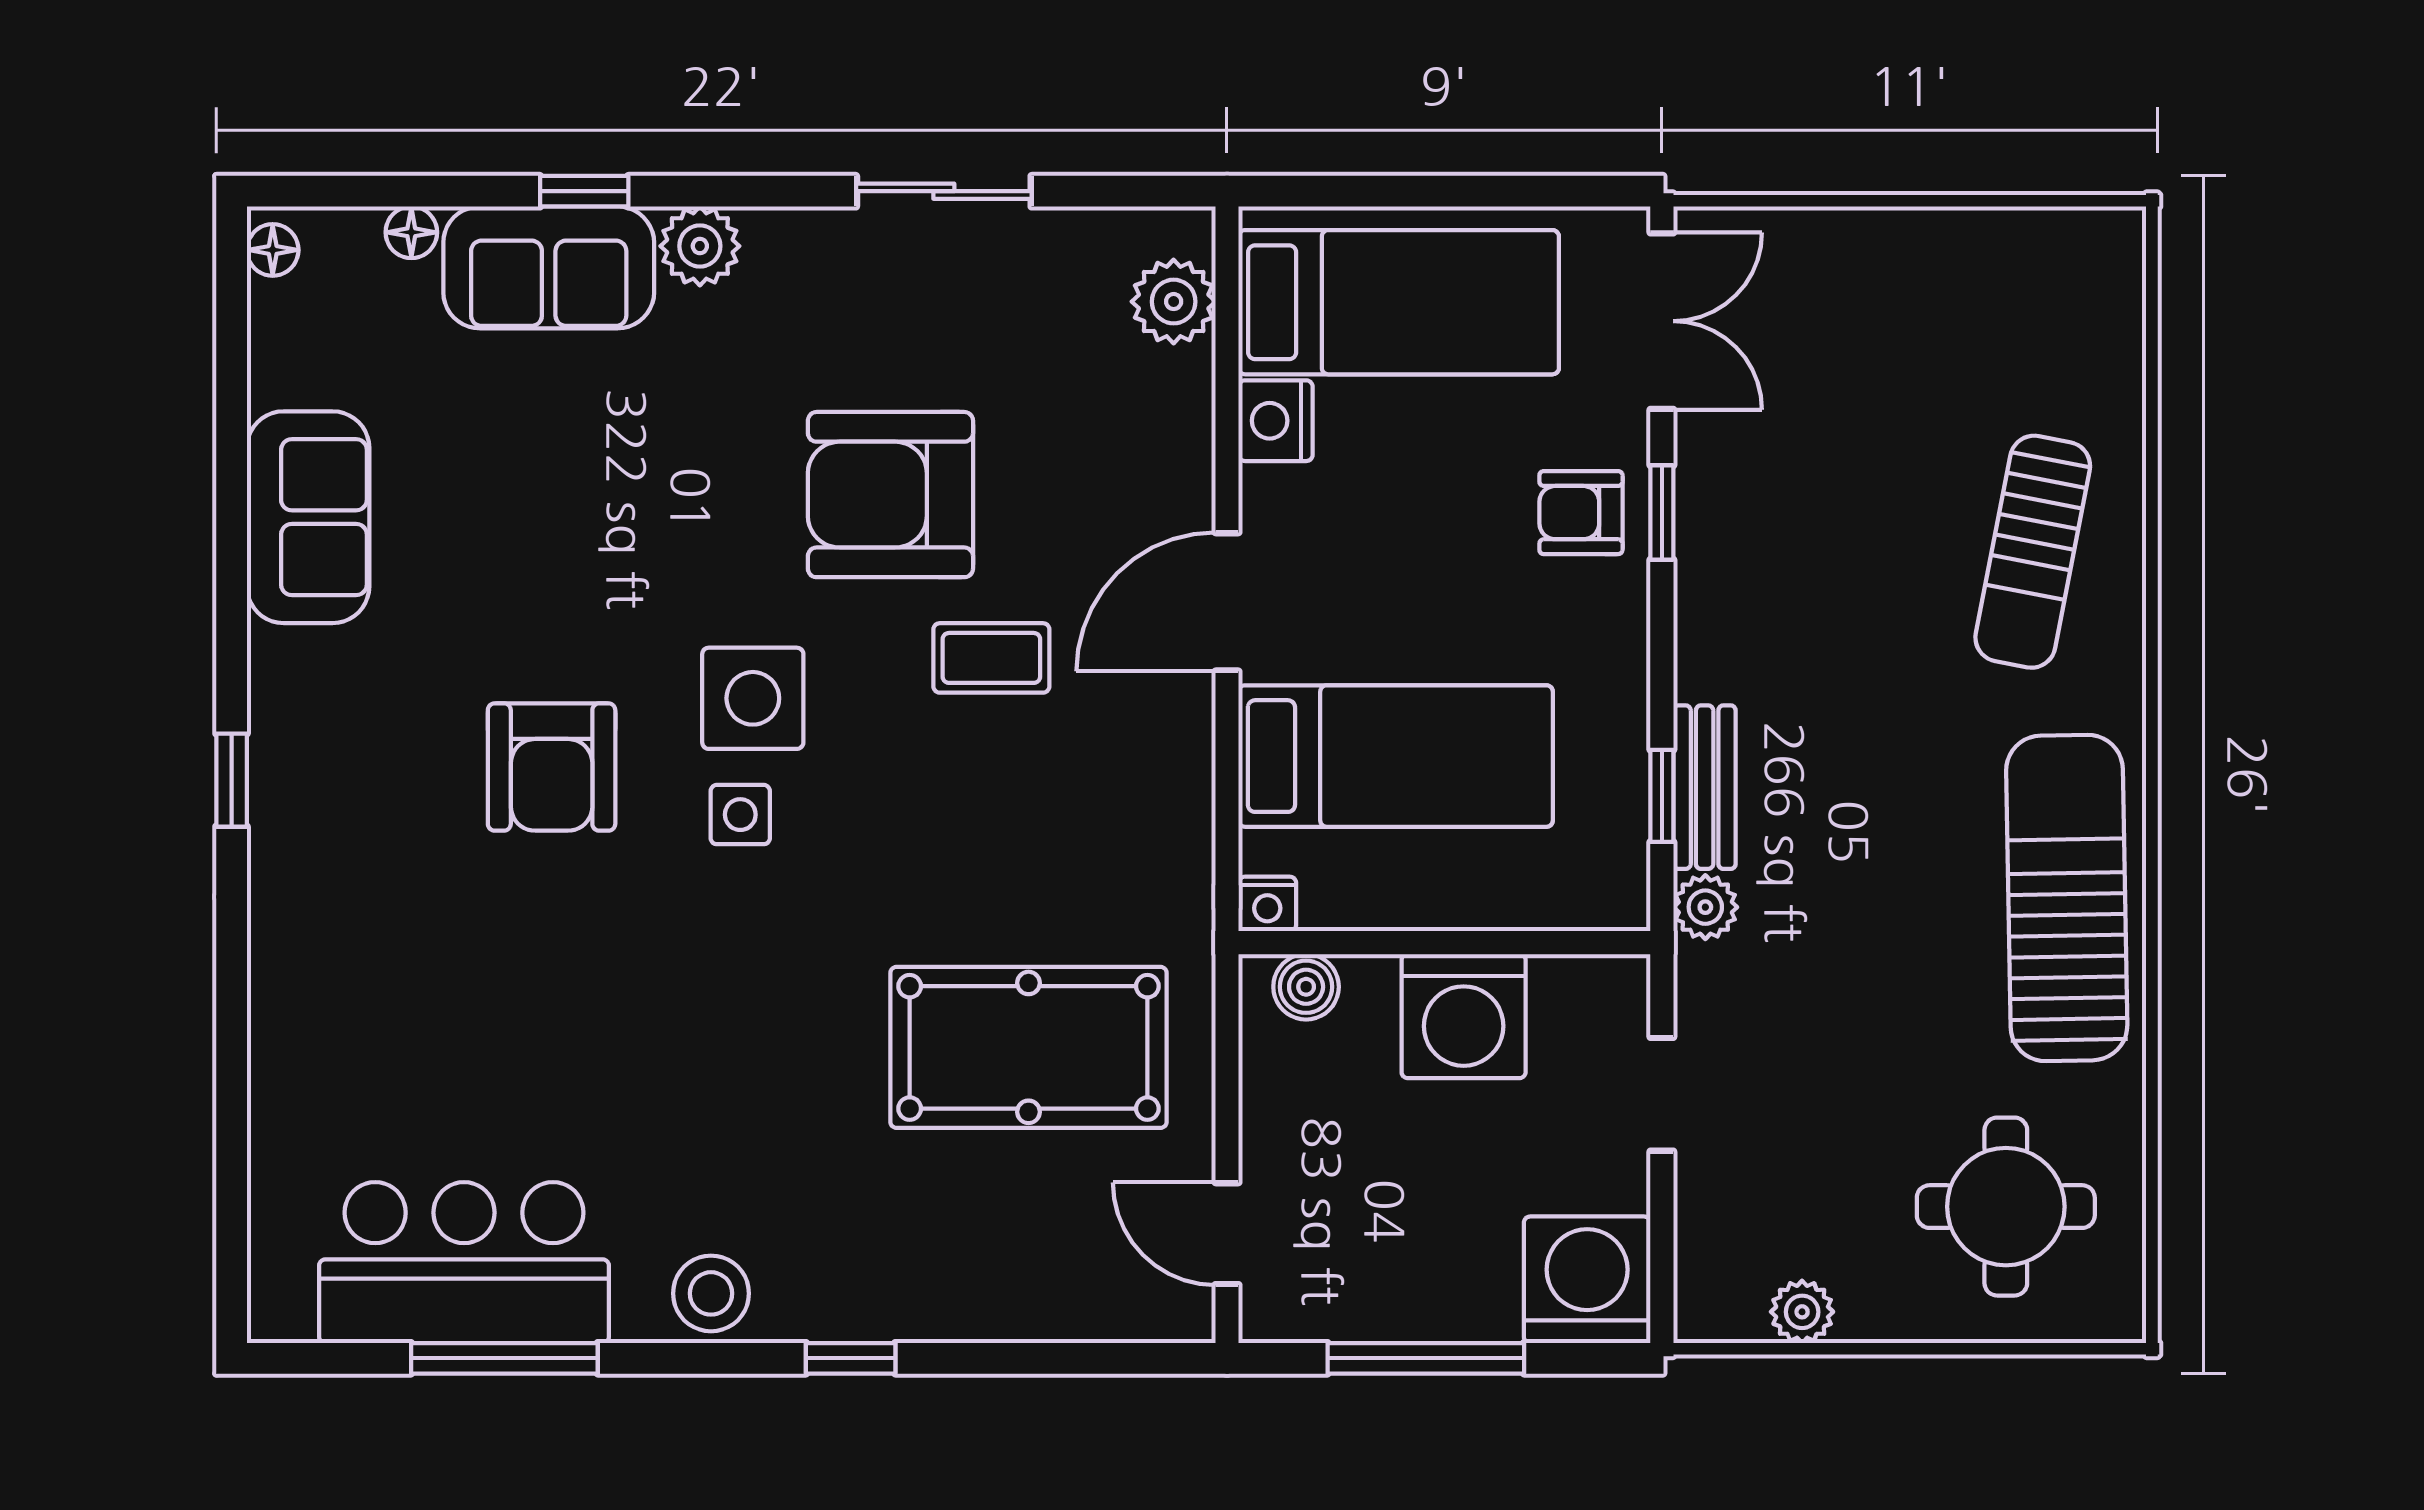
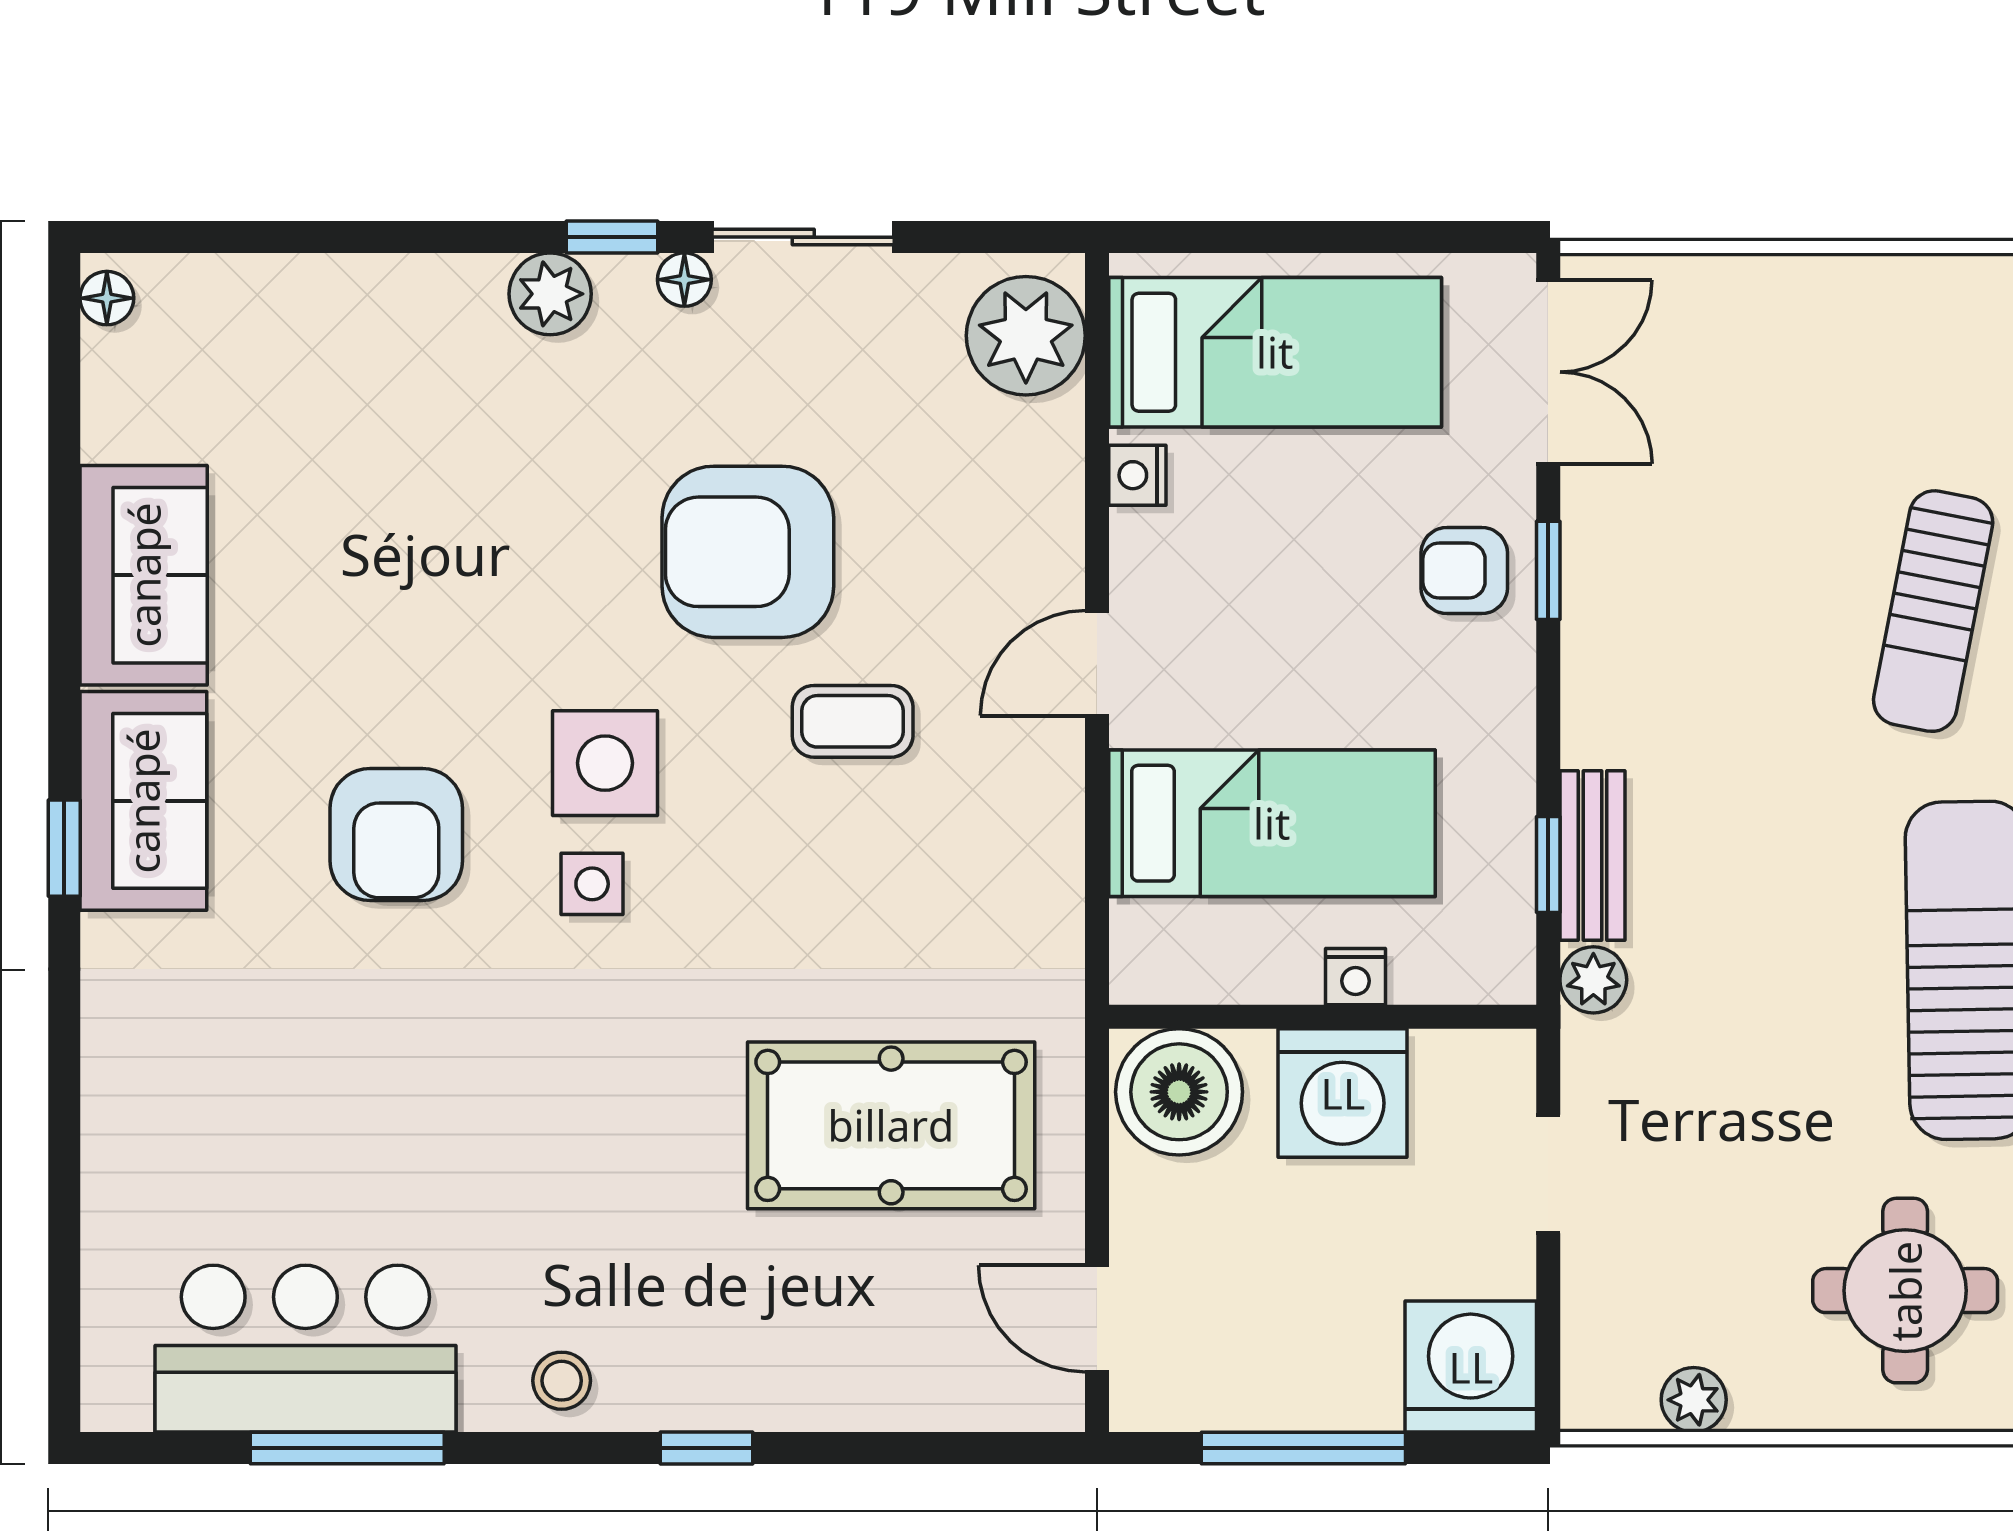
window: (584, 191) -> (612, 237), moved
floor lamp: (411, 232) -> (684, 280), moved
sofa: (549, 267) -> (143, 801), moved, turned -90
plant: (1174, 302) -> (1026, 336), width x1.36, depth x1.36
nightstand: (1276, 421) -> (1137, 475), width x0.72, depth x0.74
door: (1227, 602) -> (1097, 663), width x0.73
nightstand: (1267, 904) -> (1356, 977), moved
boiler: (1306, 987) -> (1179, 1092), width x1.86, depth x1.86
stool: (711, 1293) -> (562, 1381), width x0.73, depth x0.73

